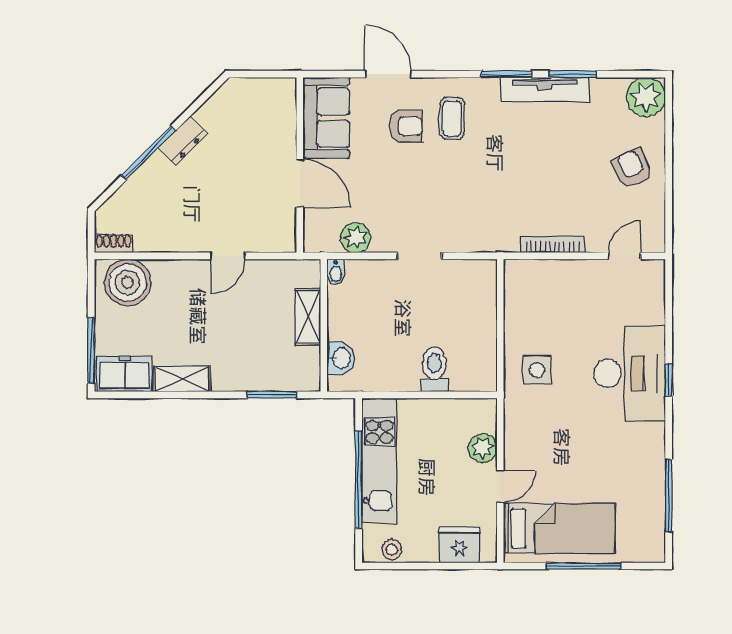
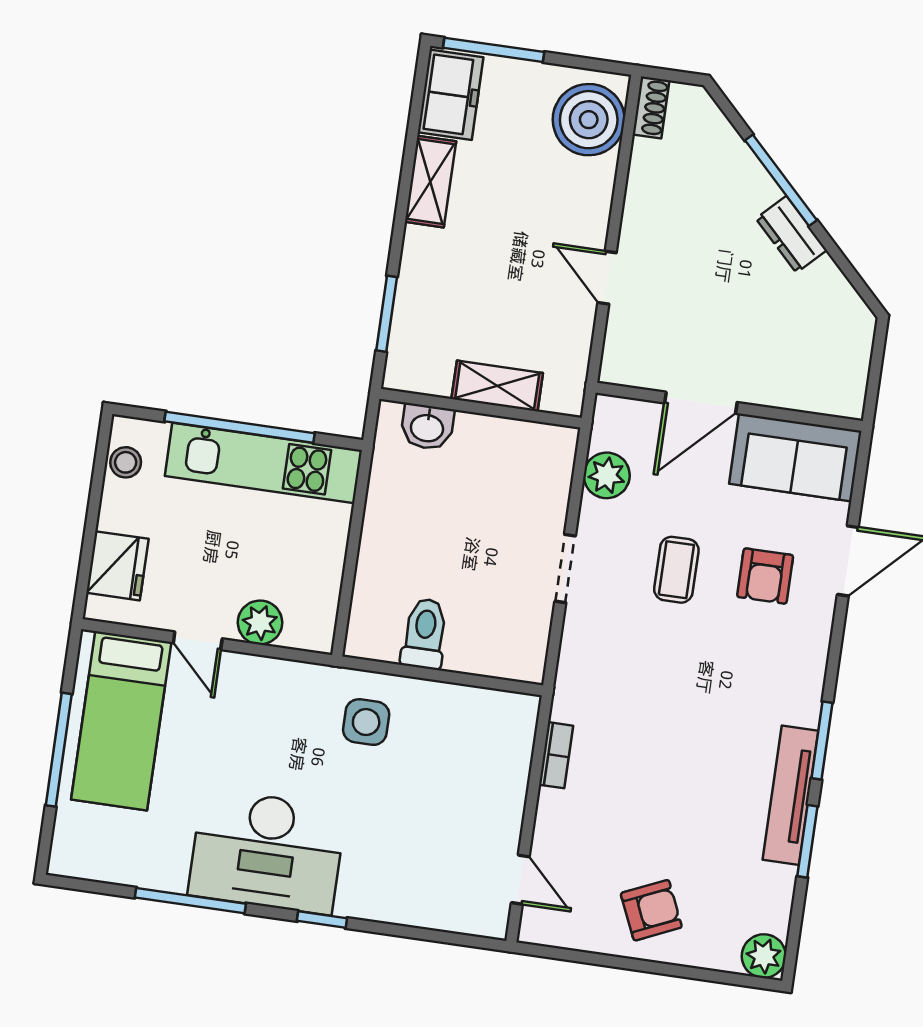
plant: (646, 97) -> (764, 956), width x0.73, depth x0.73
coffee table: (452, 118) -> (676, 570), moved, turned 90
bookcase: (552, 244) -> (556, 755), width x0.64
bidet: (336, 272) -> (559, 438), removed
toilet: (434, 369) -> (425, 634), moved, turned -90
desk: (630, 373) -> (267, 851), moved
window: (669, 496) -> (190, 901), moved

